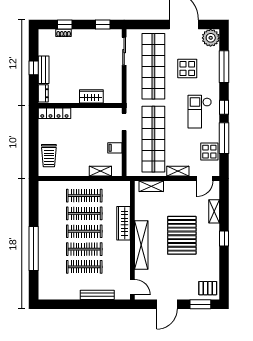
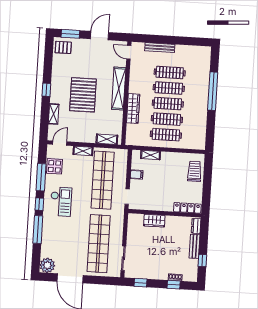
window: (224, 67) -> (38, 229), moved
window: (34, 68) -> (202, 260), moved
display table: (187, 69) -> (69, 240), removed

